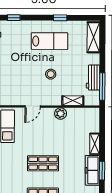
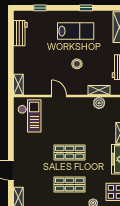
door: (33, 106) -> (59, 96), swing flipped
plant: (61, 114) -> (99, 103), moved

